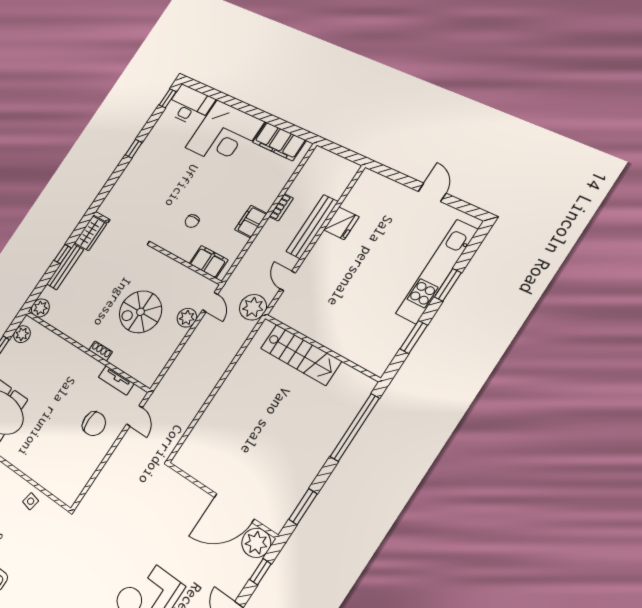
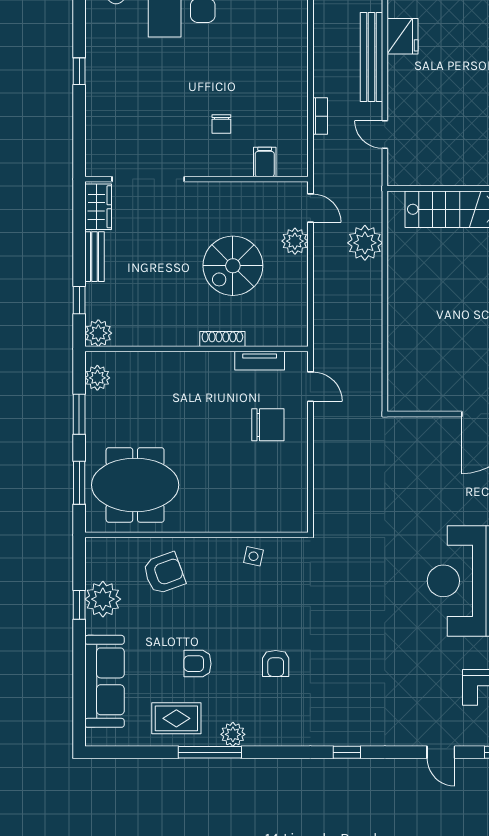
bookcase: (281, 207) -> (320, 116), moved
filing cabinet: (251, 222) -> (295, 88), removed
window: (63, 254) -> (79, 300), moved
filing cabinet: (208, 262) -> (265, 162), width x0.50
bench: (65, 267) -> (94, 257), width x0.73
plant: (253, 307) -> (365, 243), moved
shoe rack: (101, 351) -> (222, 339), width x1.43

